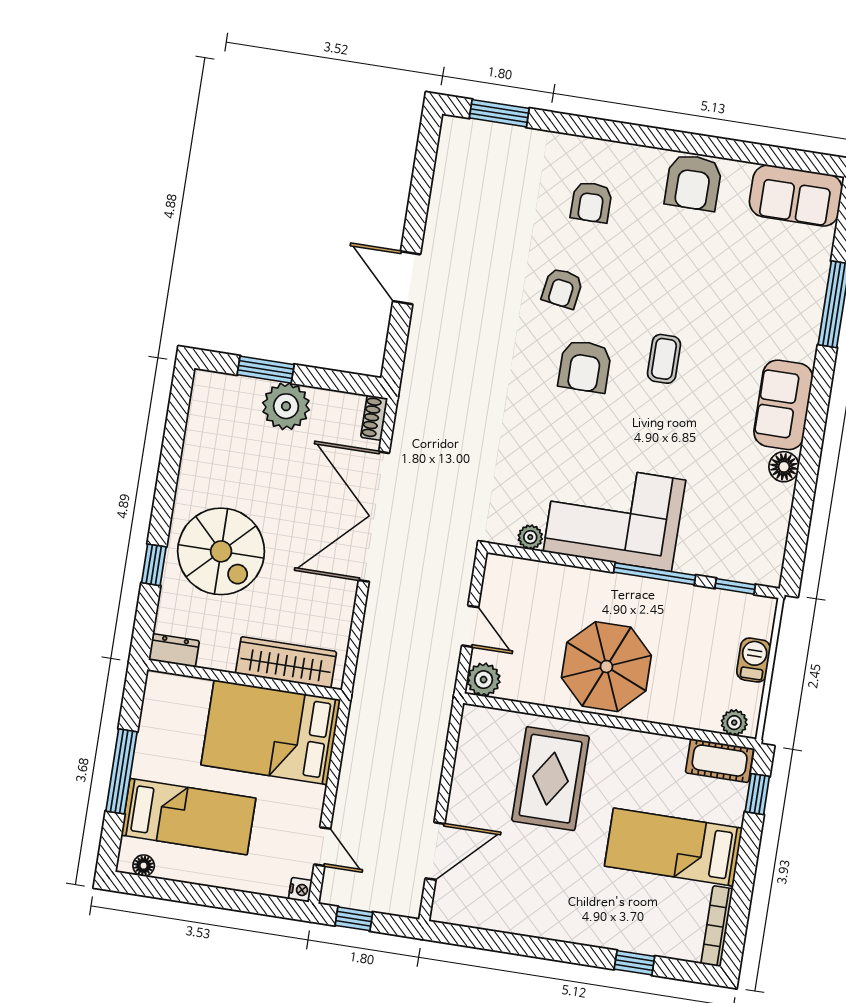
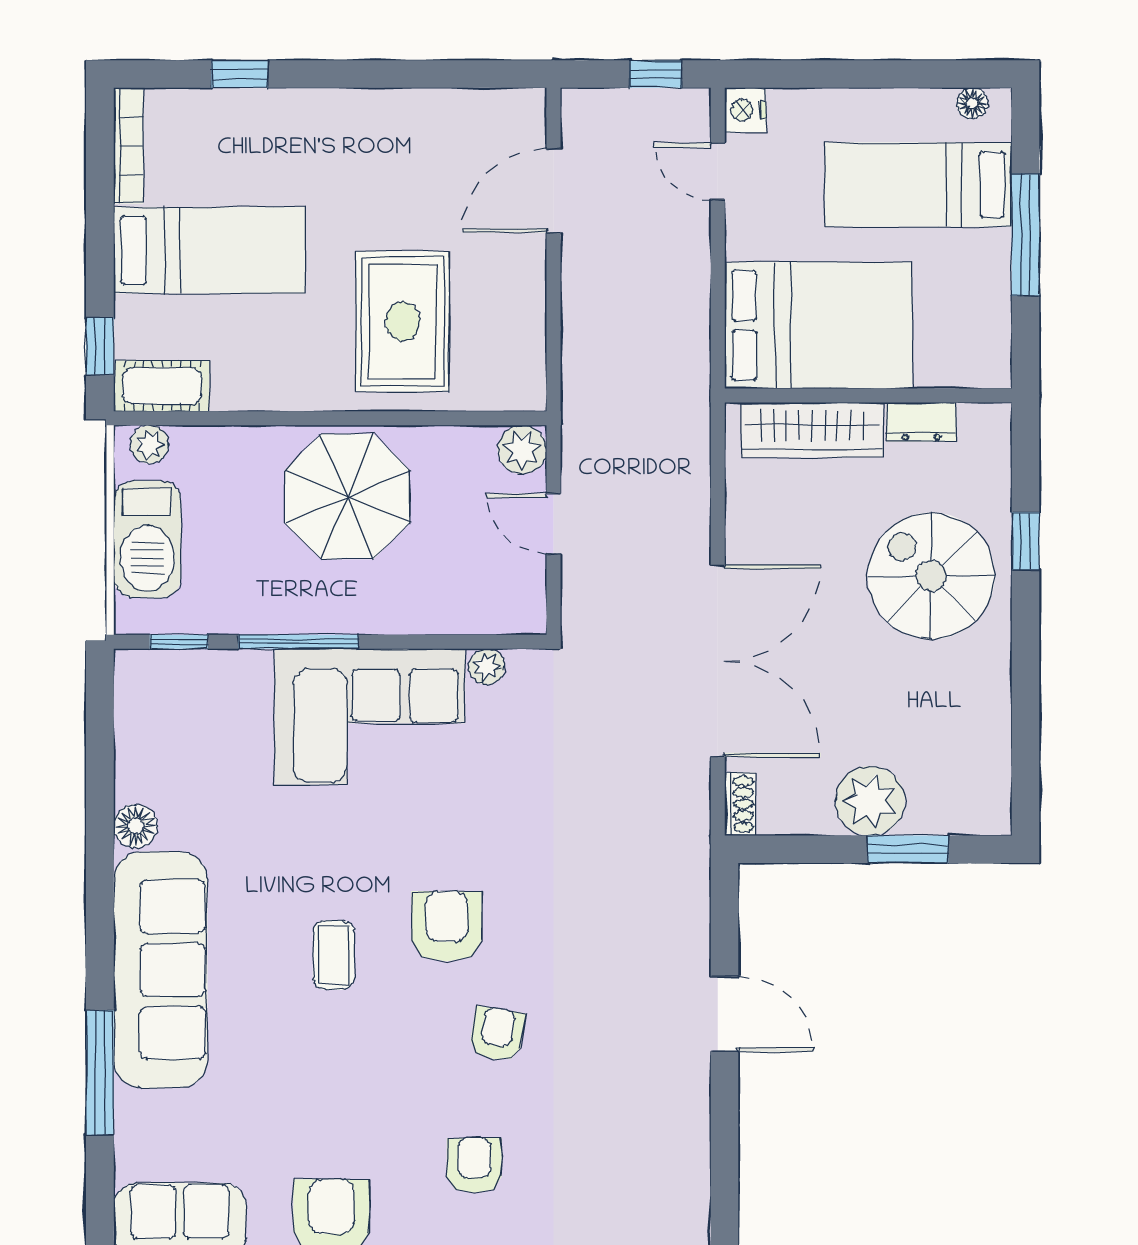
sofa: (783, 405) -> (160, 970), width x1.85, depth x1.27
dresser: (174, 650) -> (921, 422), moved
barbecue: (754, 660) -> (147, 539), width x1.88, depth x1.53
nightstand: (300, 890) -> (745, 110), width x1.39, depth x1.35

